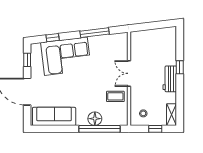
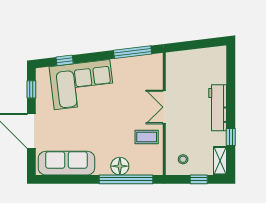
window: (95, 33) -> (133, 52), moved
window: (180, 67) -> (231, 137), moved
workbench: (170, 79) -> (218, 108), width x1.37

